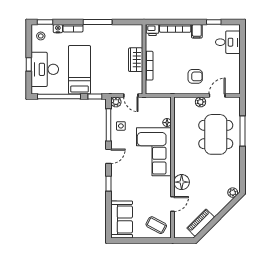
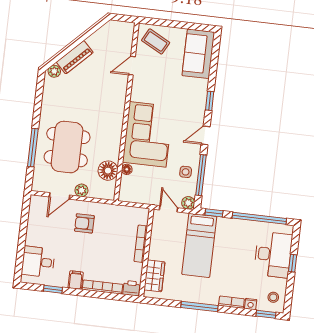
wardrobe: (136, 60) -> (154, 276), moved
bed: (80, 70) -> (199, 245), moved
floor lamp: (182, 182) -> (108, 171), moved
piano: (201, 223) -> (75, 57), moved

